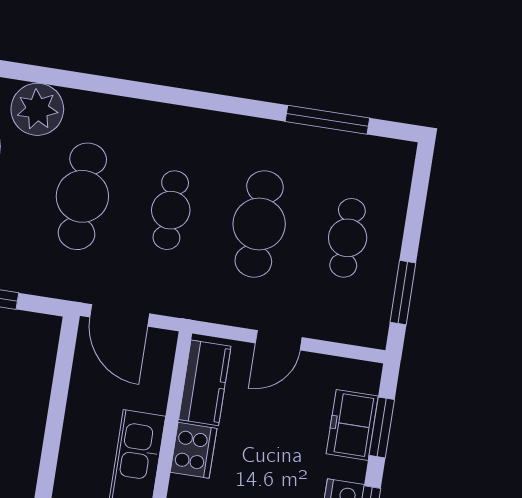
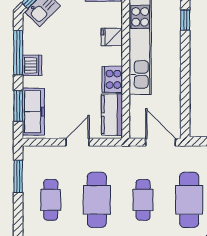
freezer: (352, 425) -> (33, 112), width x1.40

